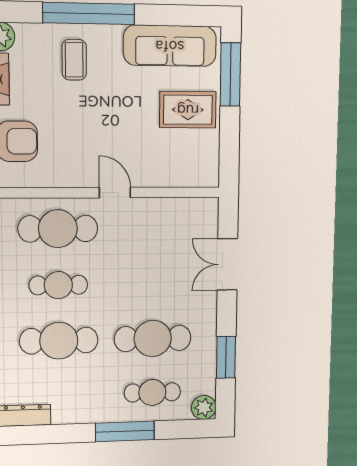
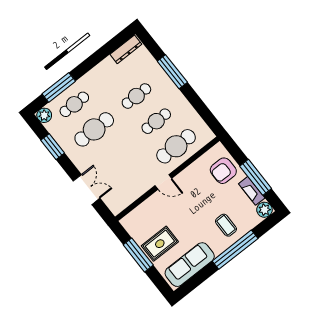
window: (230, 75) -> (138, 255), moved
cafe table: (59, 341) -> (136, 96), width x0.73, depth x0.74
window: (125, 431) -> (59, 87), moved

